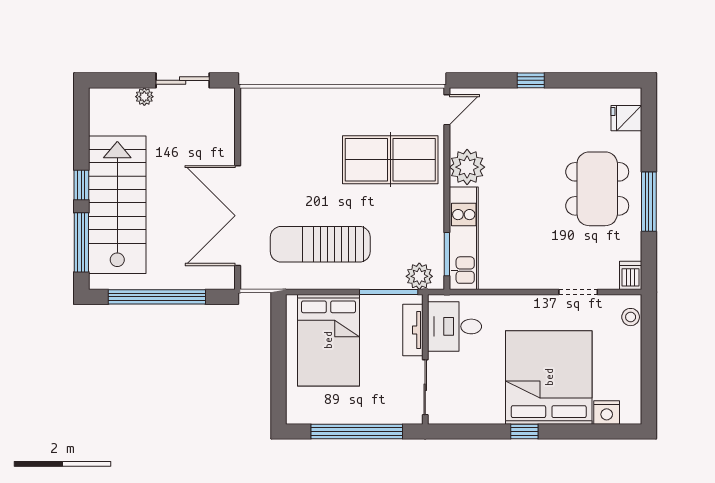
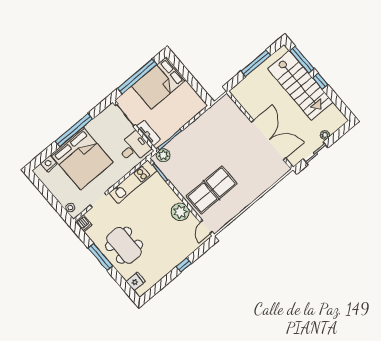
double door: (238, 216) -> (269, 140), moved
kitchen unit: (464, 238) -> (133, 182), moved, turned -90
sun lounger: (320, 244) -> (211, 136), removed
window: (157, 297) -> (256, 63), width x0.68
bed: (328, 340) -> (159, 83), moved, turned -90
window: (524, 432) -> (74, 130), width x3.17

